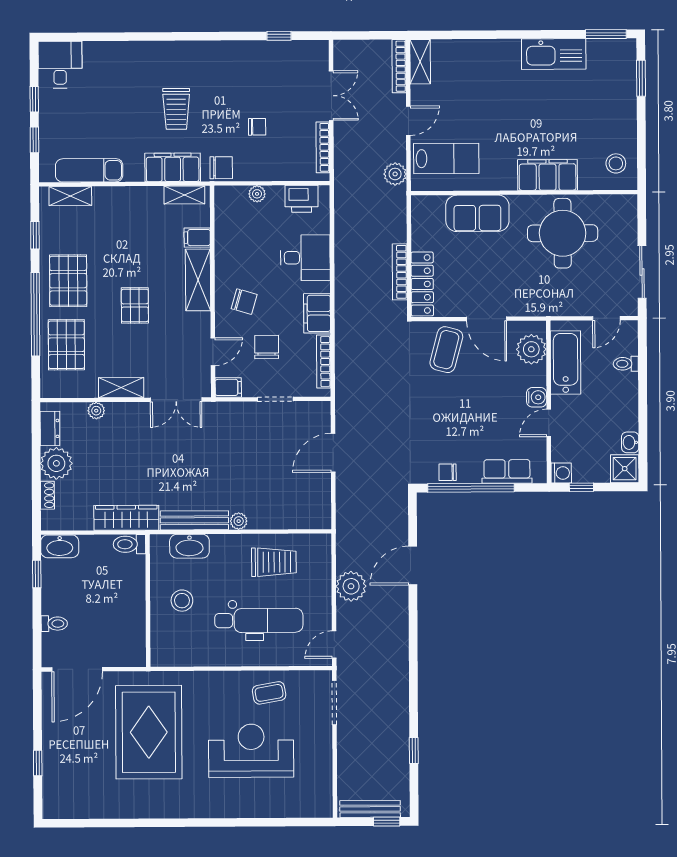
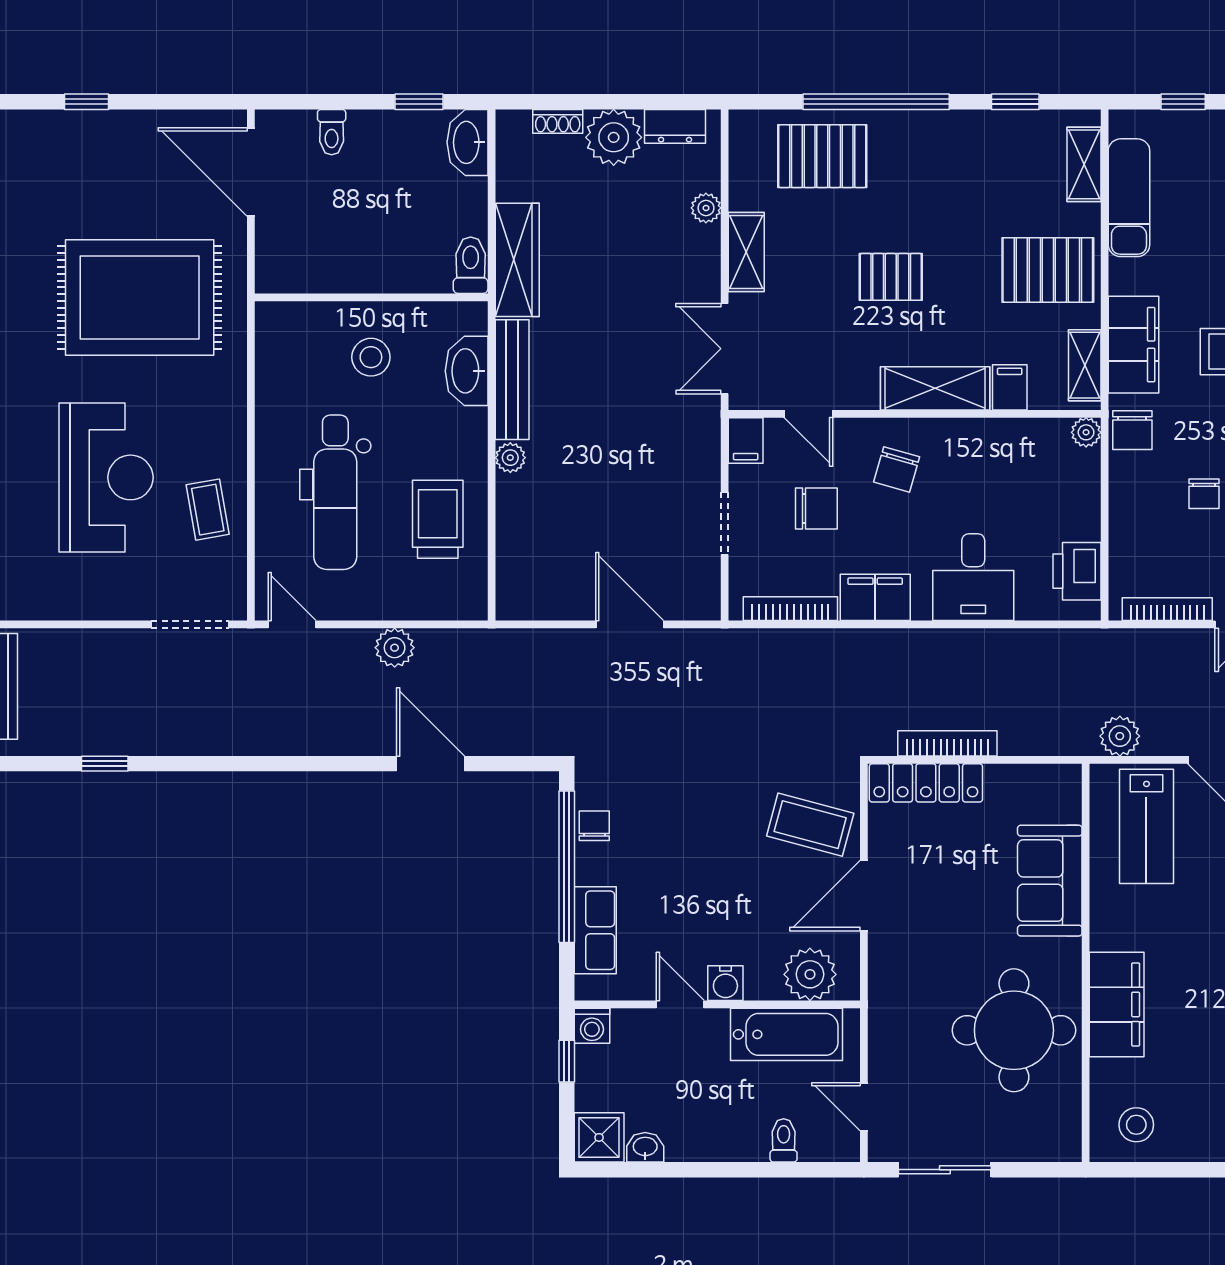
plant: (257, 194) -> (1086, 432), moved
pallet: (68, 281) -> (1048, 270), moved
trolley: (274, 562) -> (438, 519), turned 180
plant: (351, 586) -> (395, 648), width x0.73, depth x0.73

